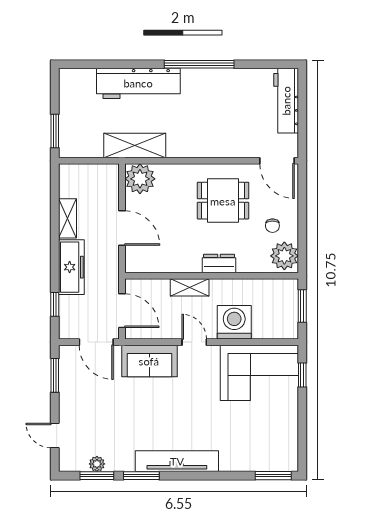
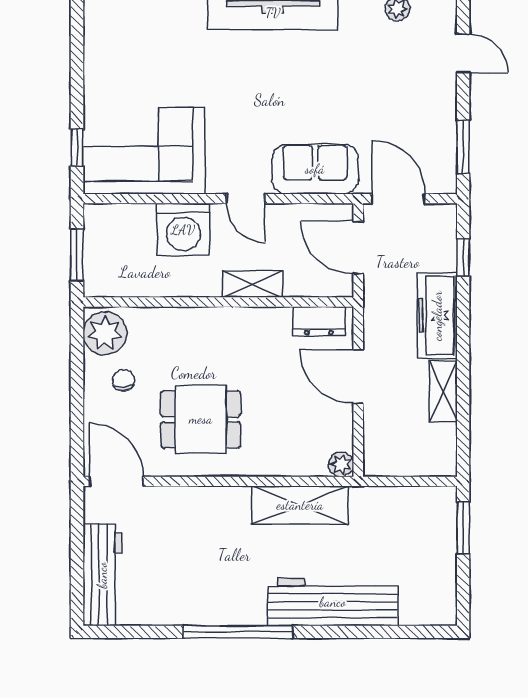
shelving: (135, 146) -> (300, 505), moved
plant: (140, 179) -> (341, 464), width x0.53, depth x0.53
dresser: (219, 264) -> (319, 321), moved

